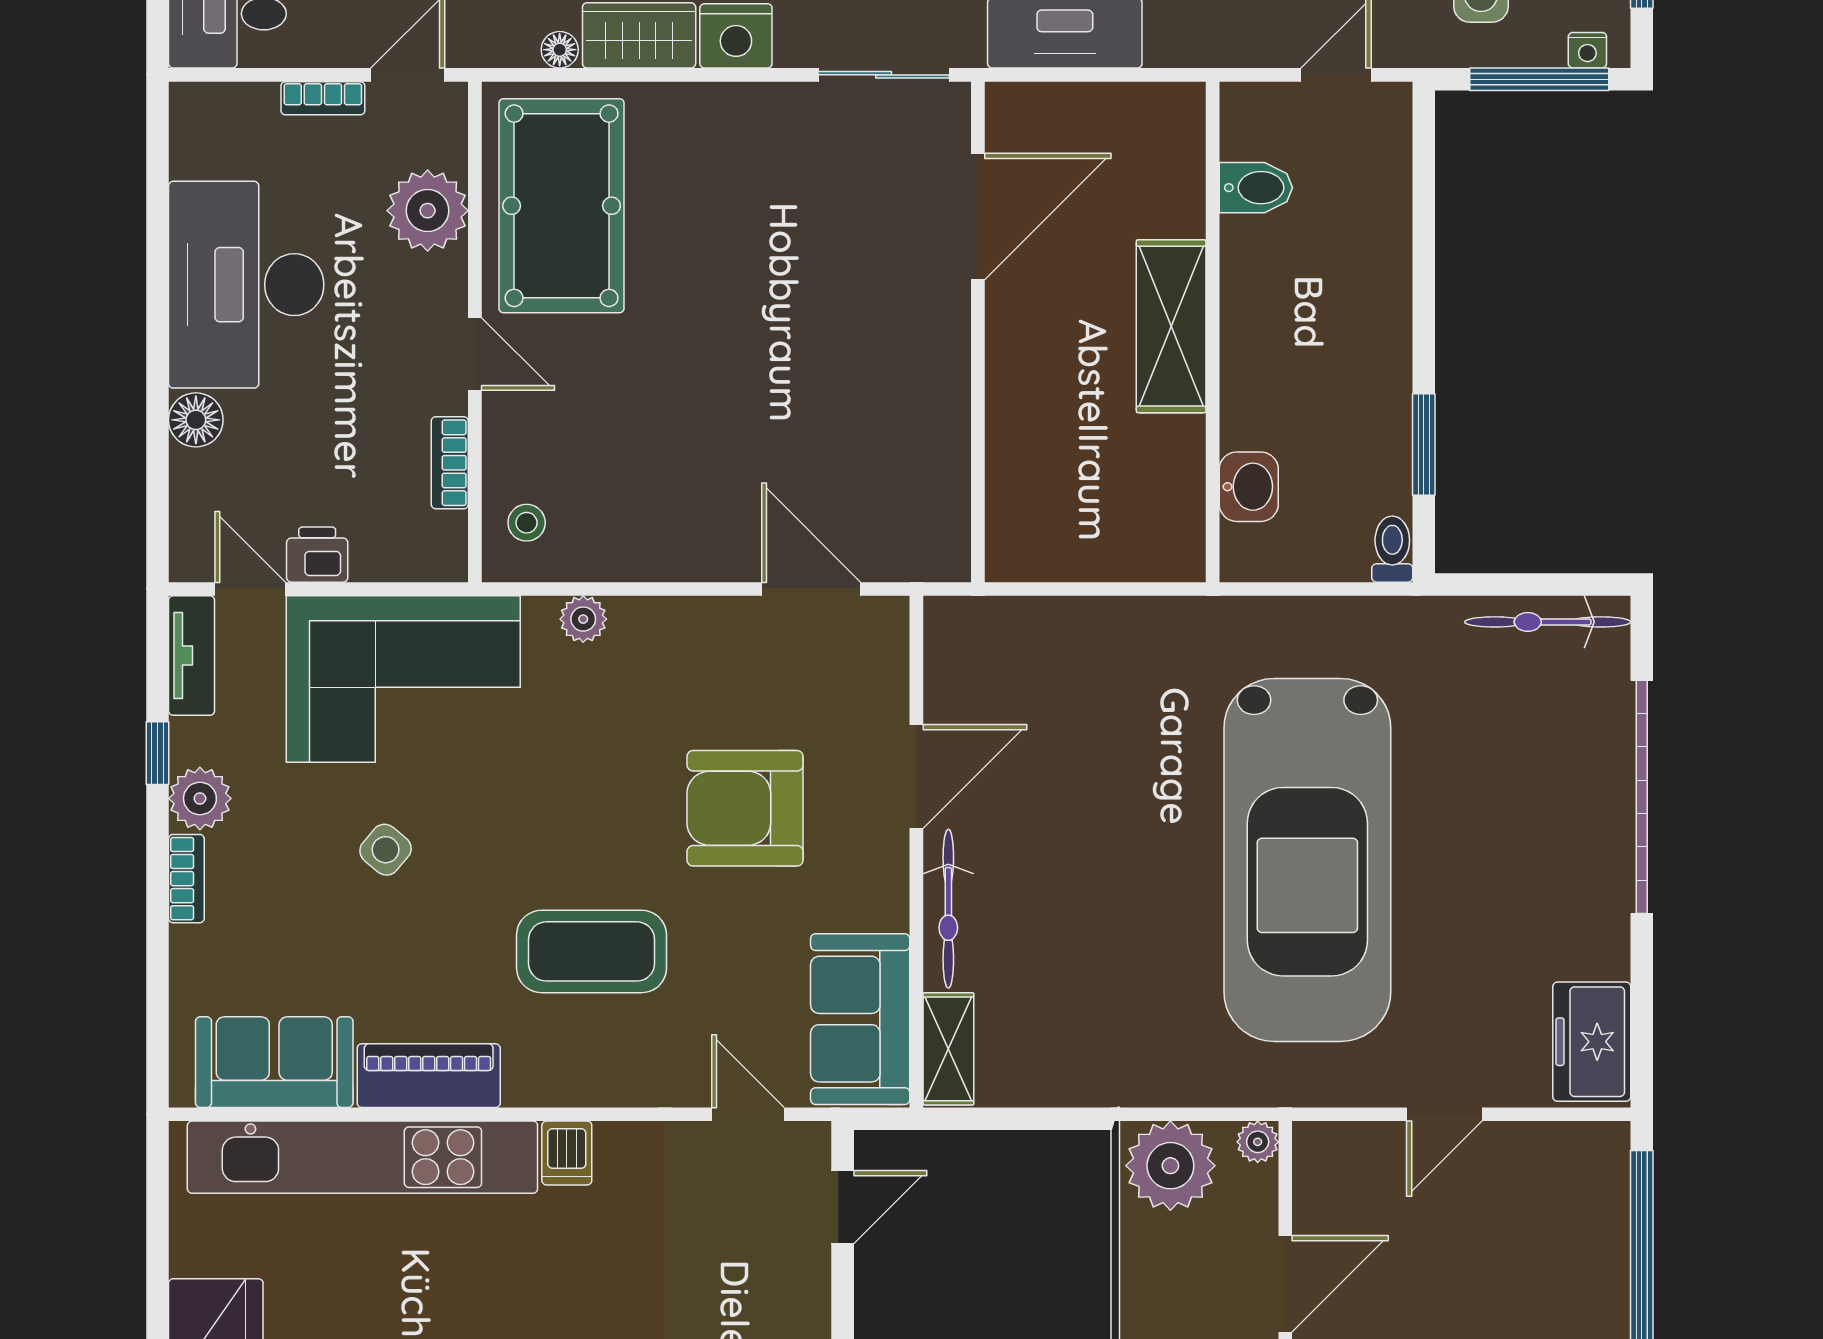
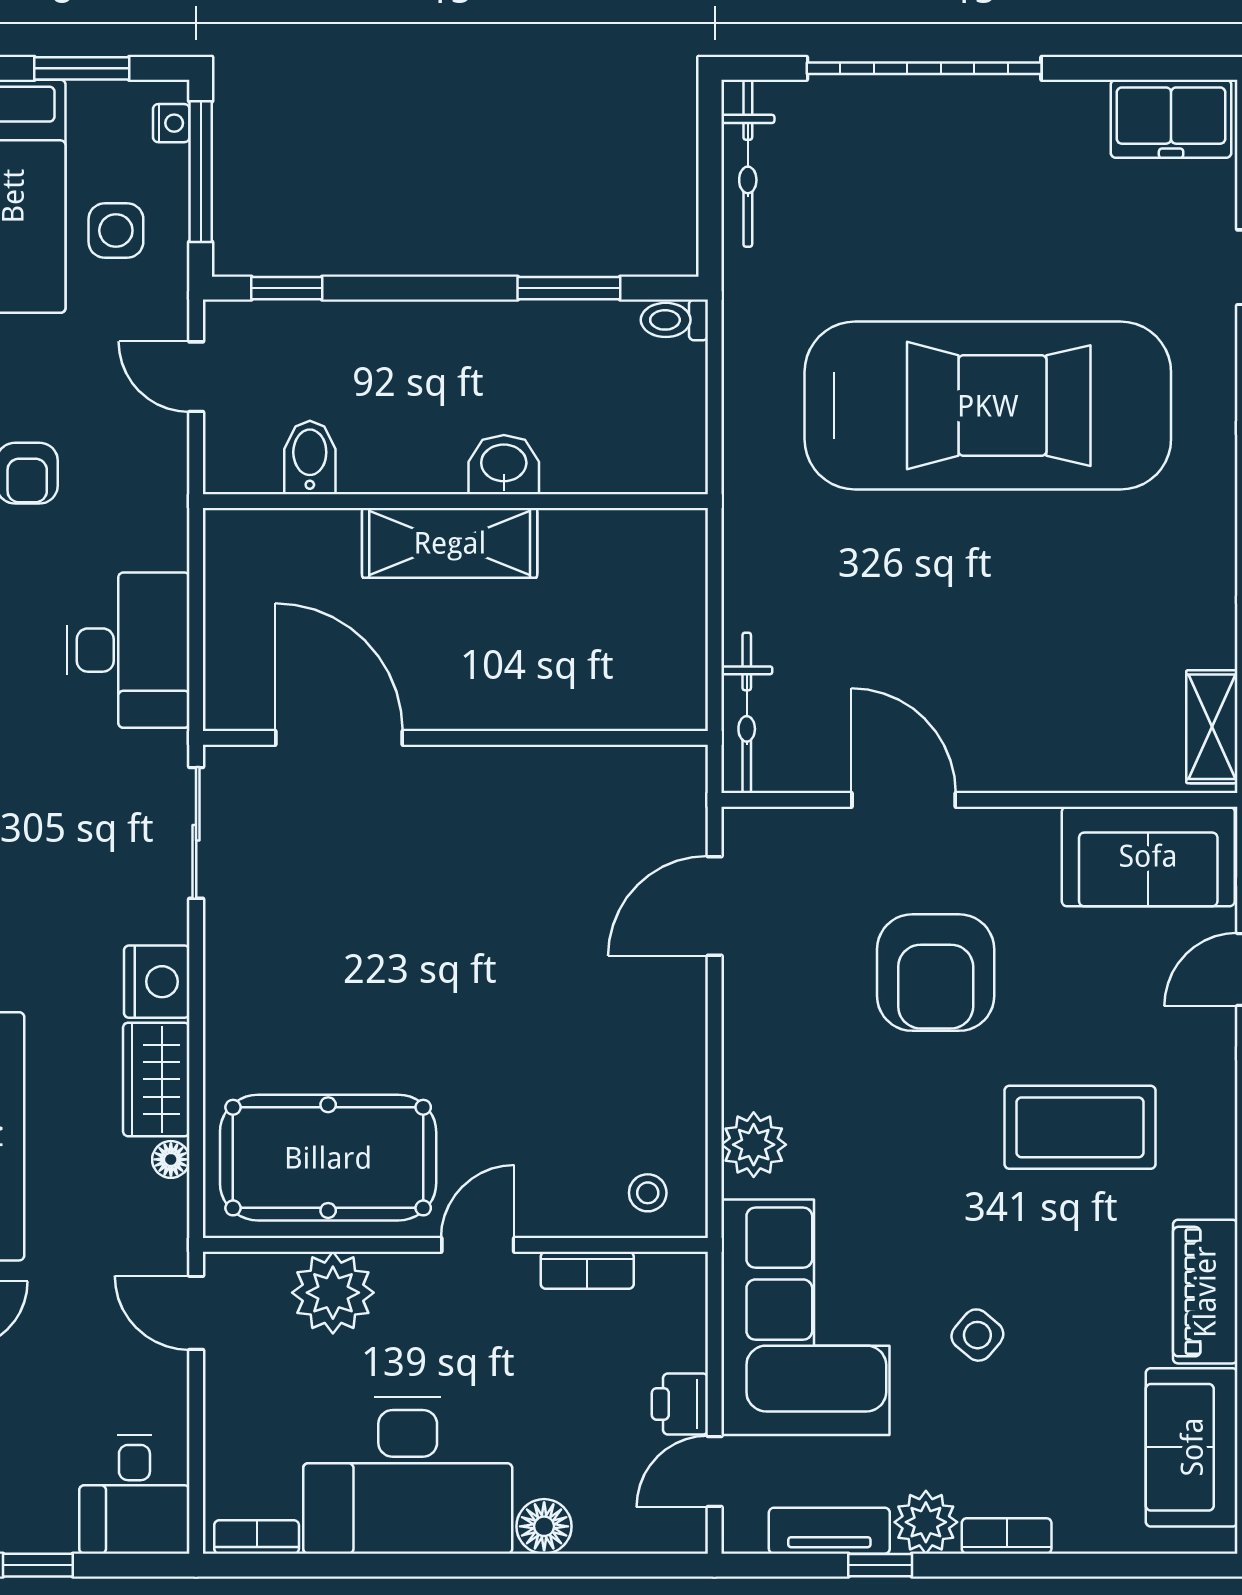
bookcase: (323, 98) -> (257, 1537), moved, turned -90
window: (1424, 165) -> (287, 288), added
washbasin: (1249, 487) -> (504, 465), moved
plant: (583, 619) -> (754, 1145), width x1.38, depth x1.38
tv unit: (192, 656) -> (829, 1531), moved
bicycle: (948, 909) -> (747, 713), moved, turned 90
coffee table: (592, 951) -> (1080, 1127), turned 90
shelving: (948, 1049) -> (1212, 727), moved, turned 90

